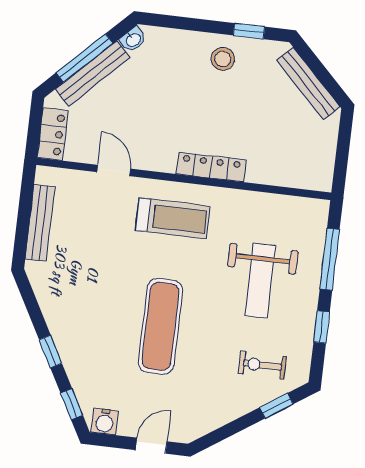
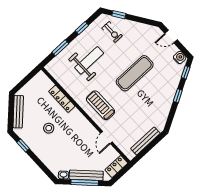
stool: (223, 59) -> (49, 128), moved
locker: (211, 167) -> (62, 99), moved
window: (330, 259) -> (60, 48), width x0.69

